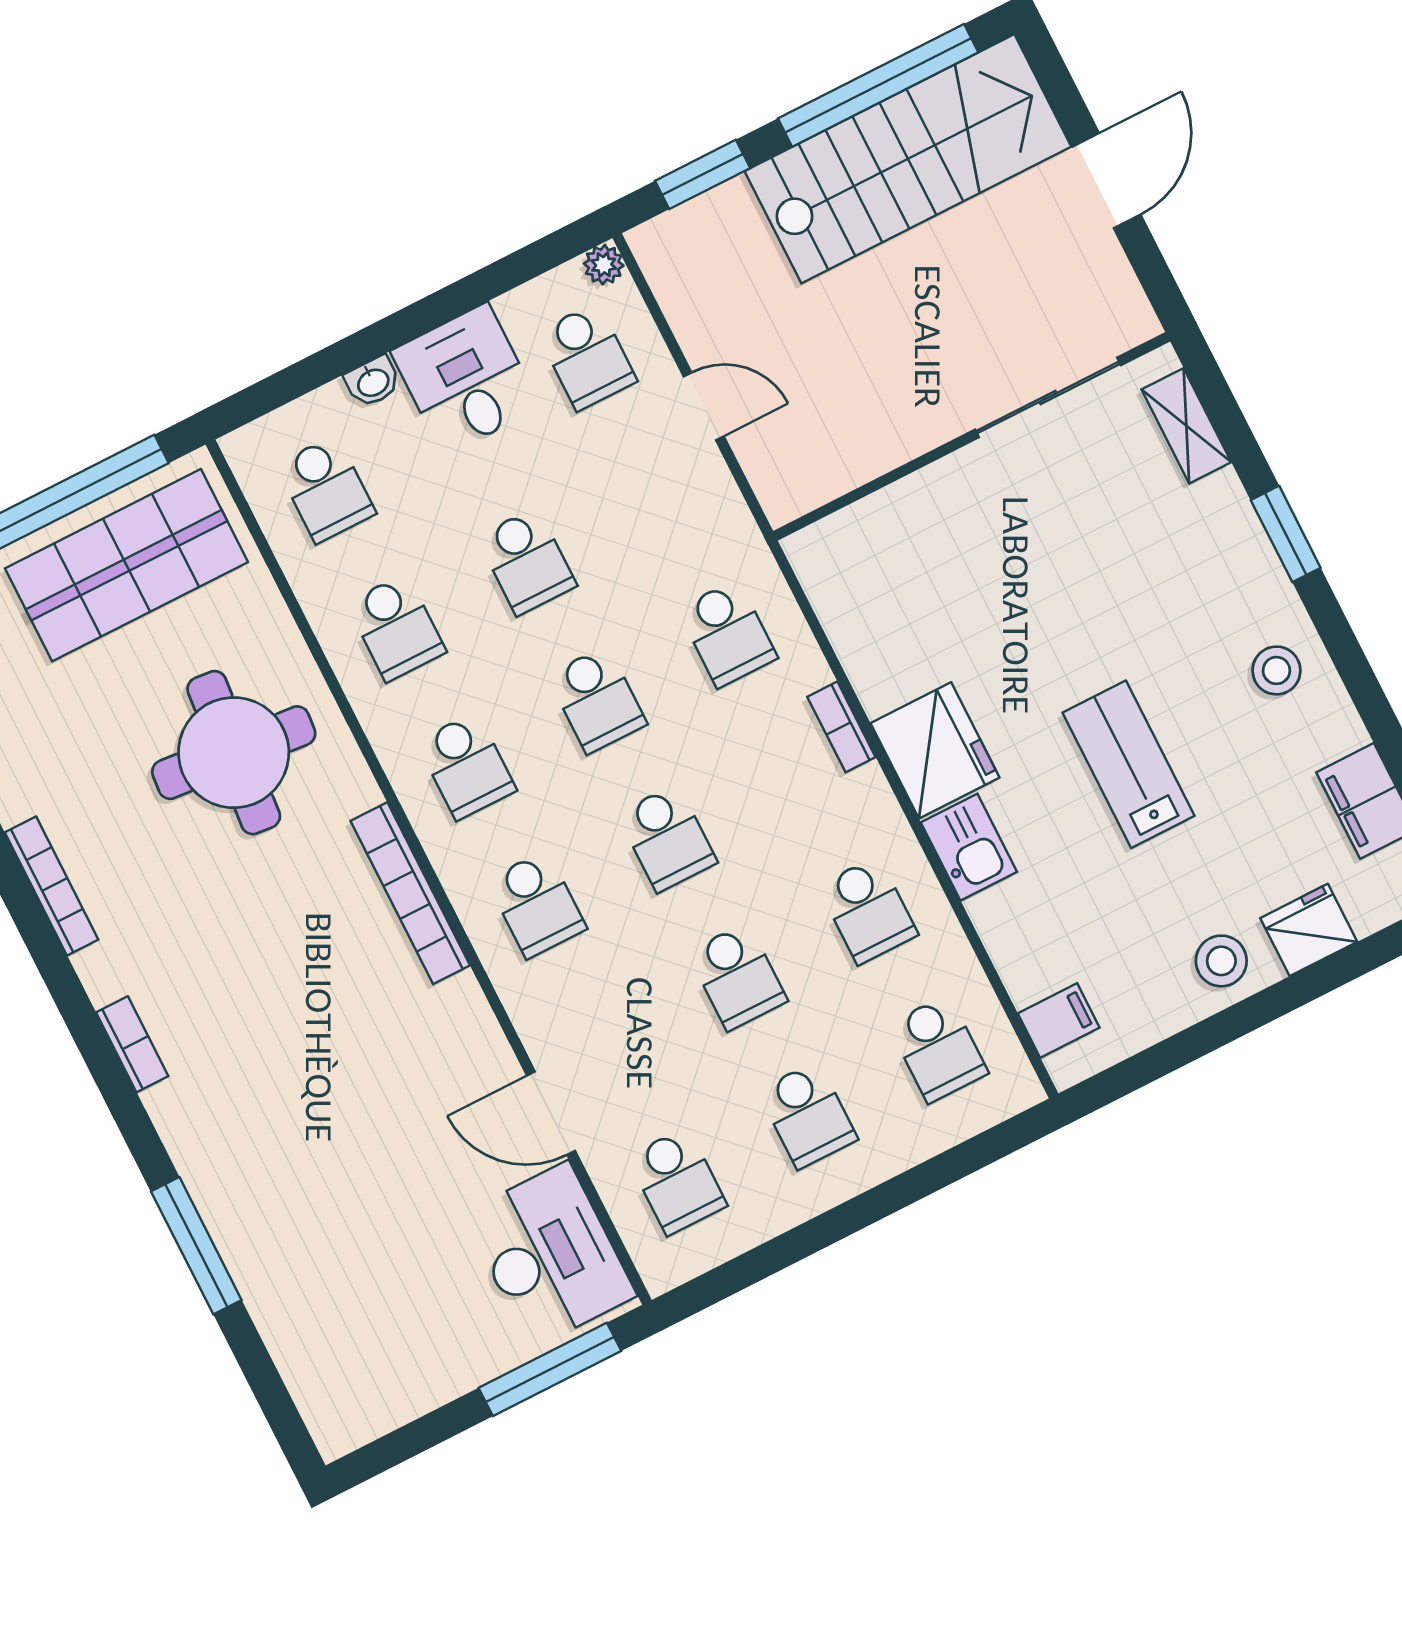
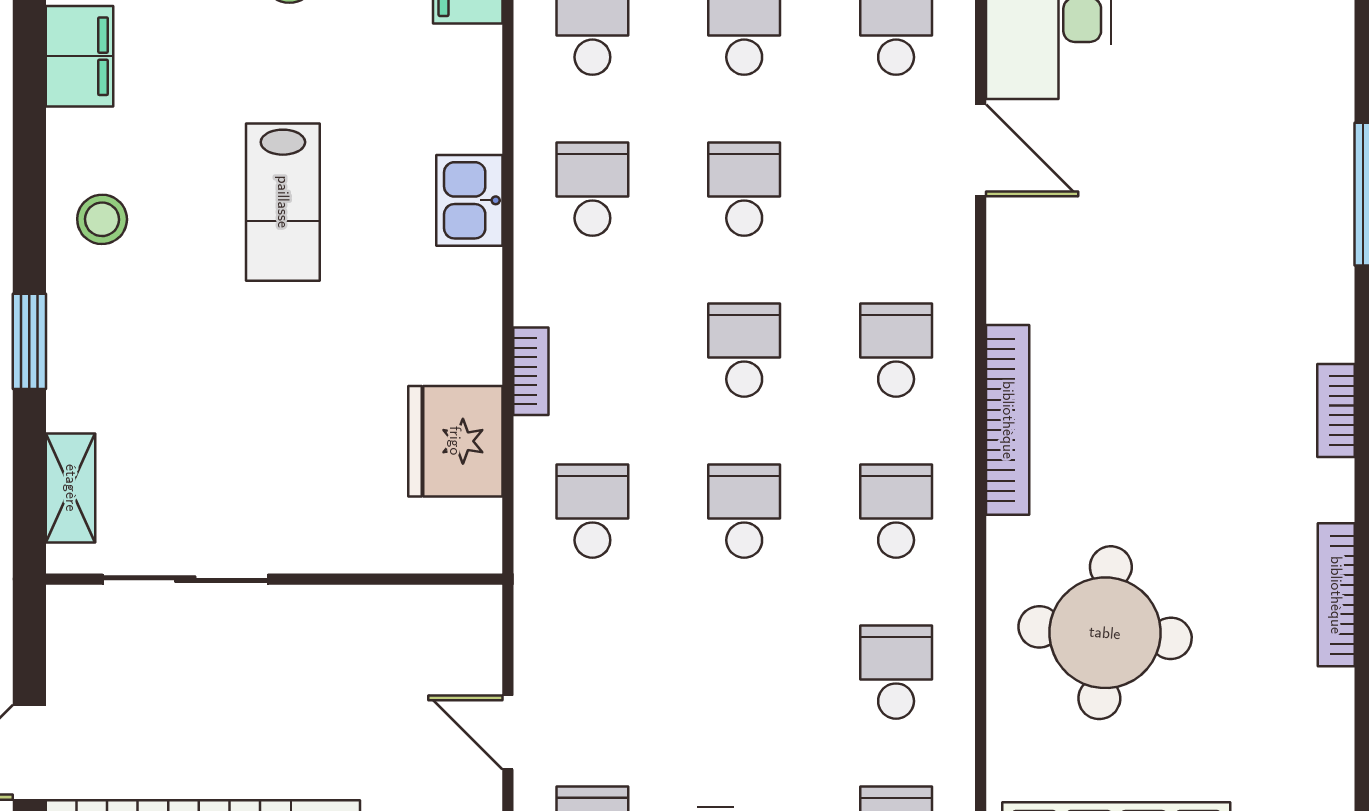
school desk: (527, 561) -> (744, 672), removed
fridge: (935, 750) -> (455, 441), moved

